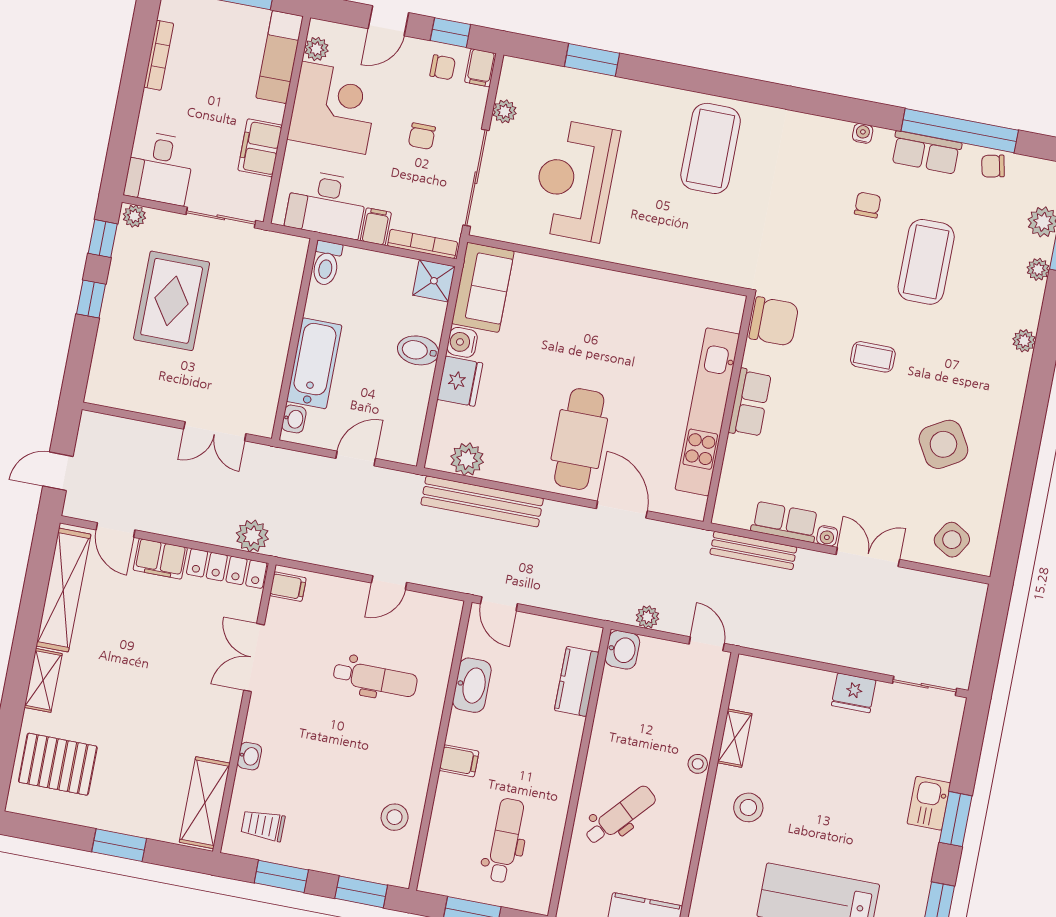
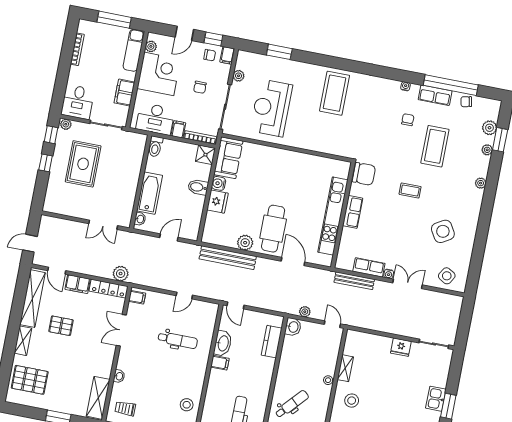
plant: (467, 459) -> (245, 243), moved
pallet: (125, 648) -> (61, 326), added
filing cabinet: (459, 761) -> (220, 363), moved

